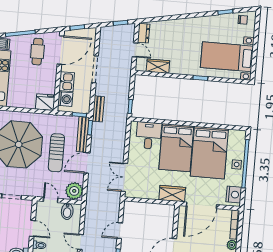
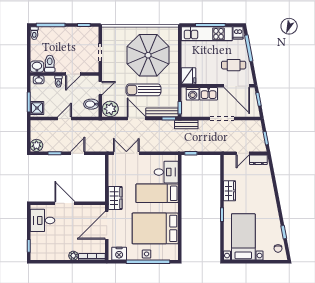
wardrobe: (158, 66) -> (230, 191), moved
bed: (176, 148) -> (157, 193), width x0.67
door: (202, 205) -> (107, 225), hinge flipped
door: (120, 231) -> (78, 153), hinge flipped

